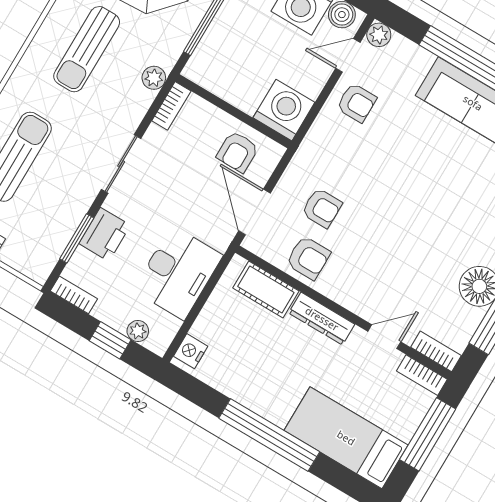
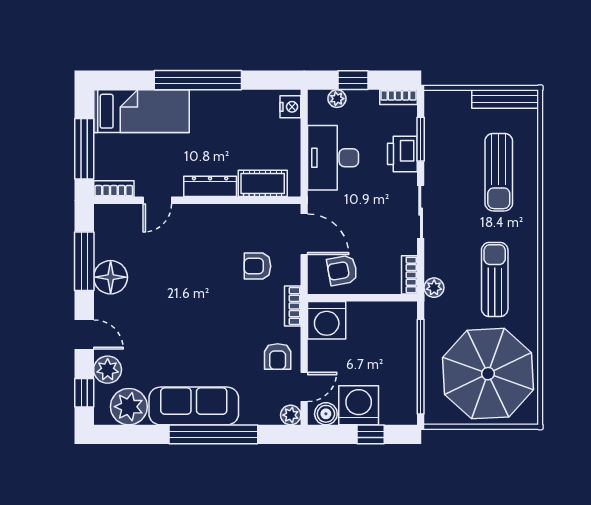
armchair: (356, 103) -> (278, 357), turned -90
armchair: (238, 152) -> (342, 270), turned -100
armchair: (308, 258) -> (246, 224), removed
bookcase: (436, 351) -> (293, 306), moved, turned 90

